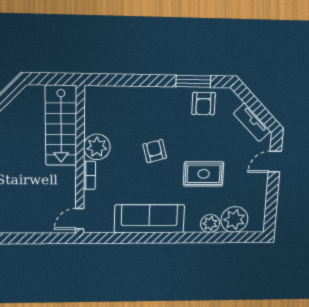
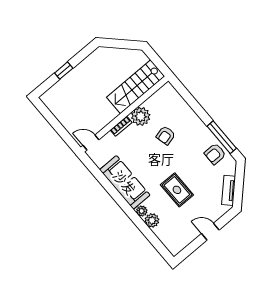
window: (193, 81) -> (222, 137), width x1.44
armchair: (155, 151) -> (166, 135), moved, turned 180
door: (275, 162) -> (210, 232), moved
plant: (234, 220) -> (142, 211), moved, width x0.53, depth x0.53

